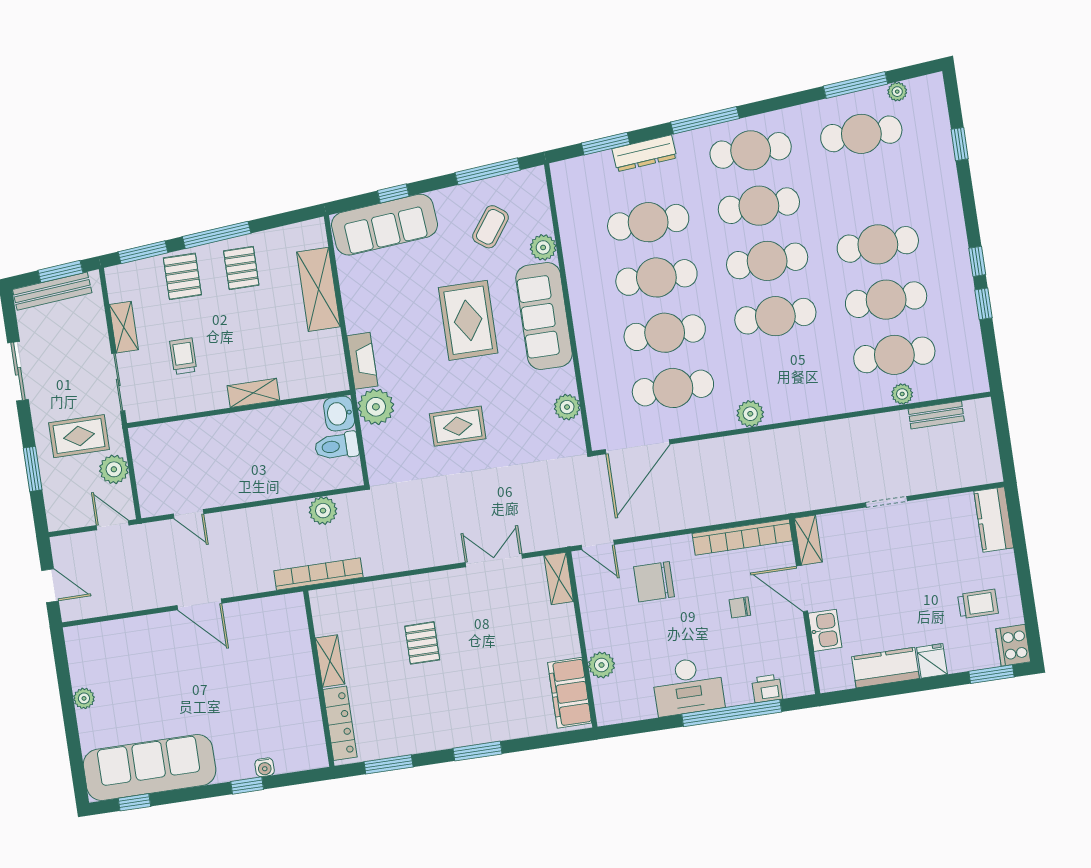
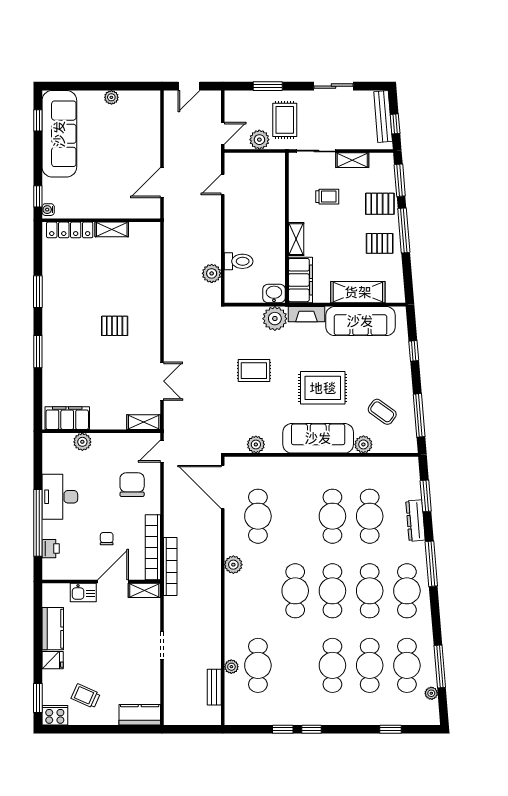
sofa: (385, 225) -> (360, 321), moved, turned -85
window: (60, 272) -> (395, 124), width x0.67
cafe table: (886, 300) -> (370, 665), moved
cafe table: (665, 333) -> (295, 516), removed
filing cabinet: (313, 377) -> (300, 280), added
rug: (458, 426) -> (254, 371), turned 90
toilet: (337, 446) -> (239, 261), moved, turned 90
bookcase: (318, 574) -> (170, 566), moved
trolley: (978, 604) -> (86, 696), turned 114
shelving: (330, 661) -> (112, 229), moved
wall: (319, 679) -> (101, 220), moved
locker: (340, 723) -> (70, 230), moved

